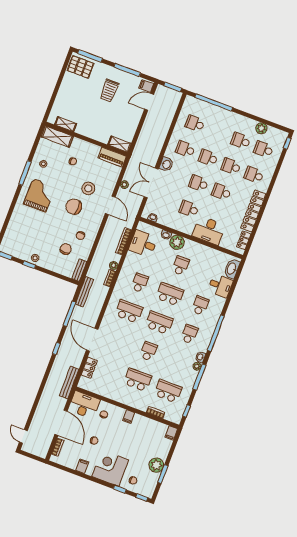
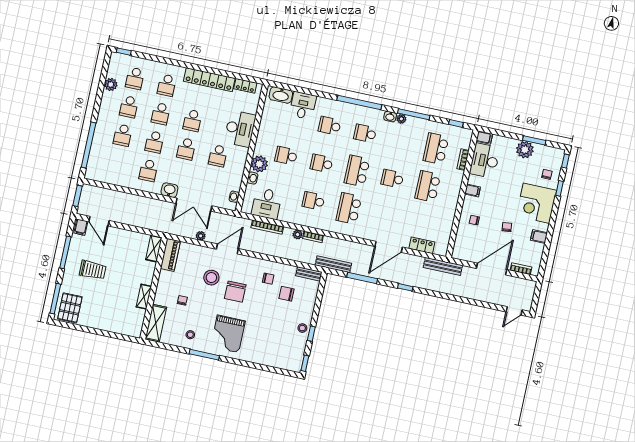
shelving: (66, 124) -> (144, 297), moved
school desk: (195, 124) -> (123, 135), moved
grand piano: (39, 195) -> (228, 334), turned -90
school desk: (170, 294) -> (322, 163), width x0.54
desk: (84, 405) -> (485, 161), moved

